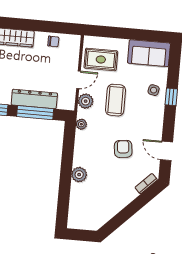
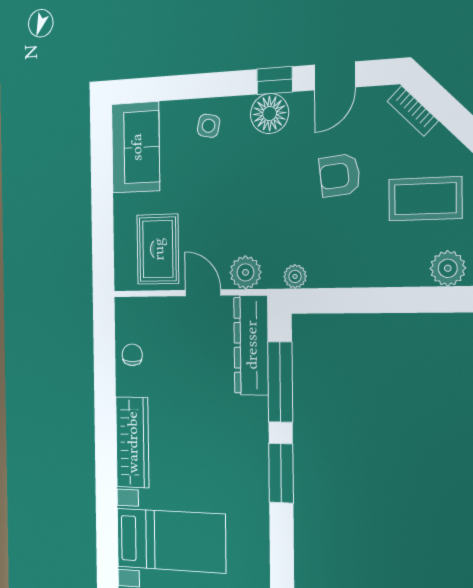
window: (171, 97) -> (275, 80), moved
dresser: (34, 99) -> (251, 345), moved
coffee table: (115, 100) -> (425, 199), moved
floor lamp: (155, 120) -> (270, 114), added
plant: (79, 175) -> (448, 268), moved

